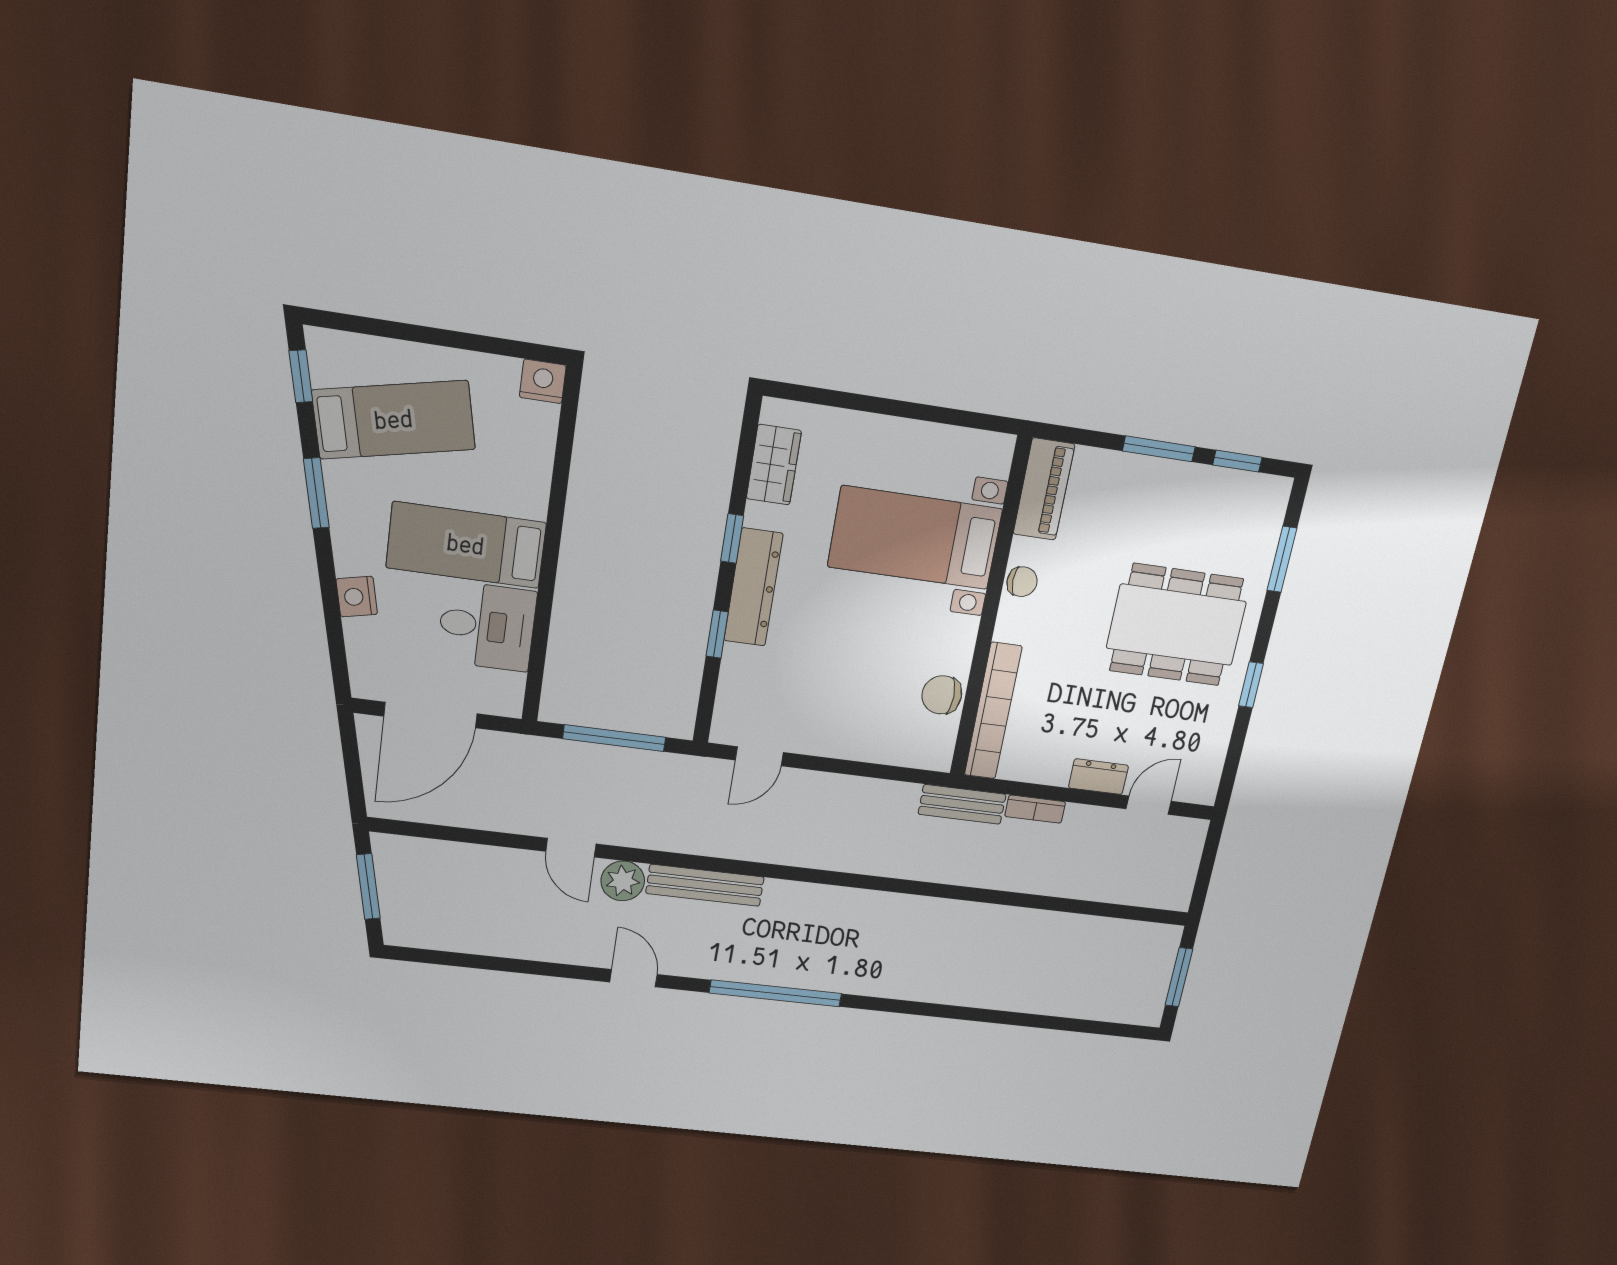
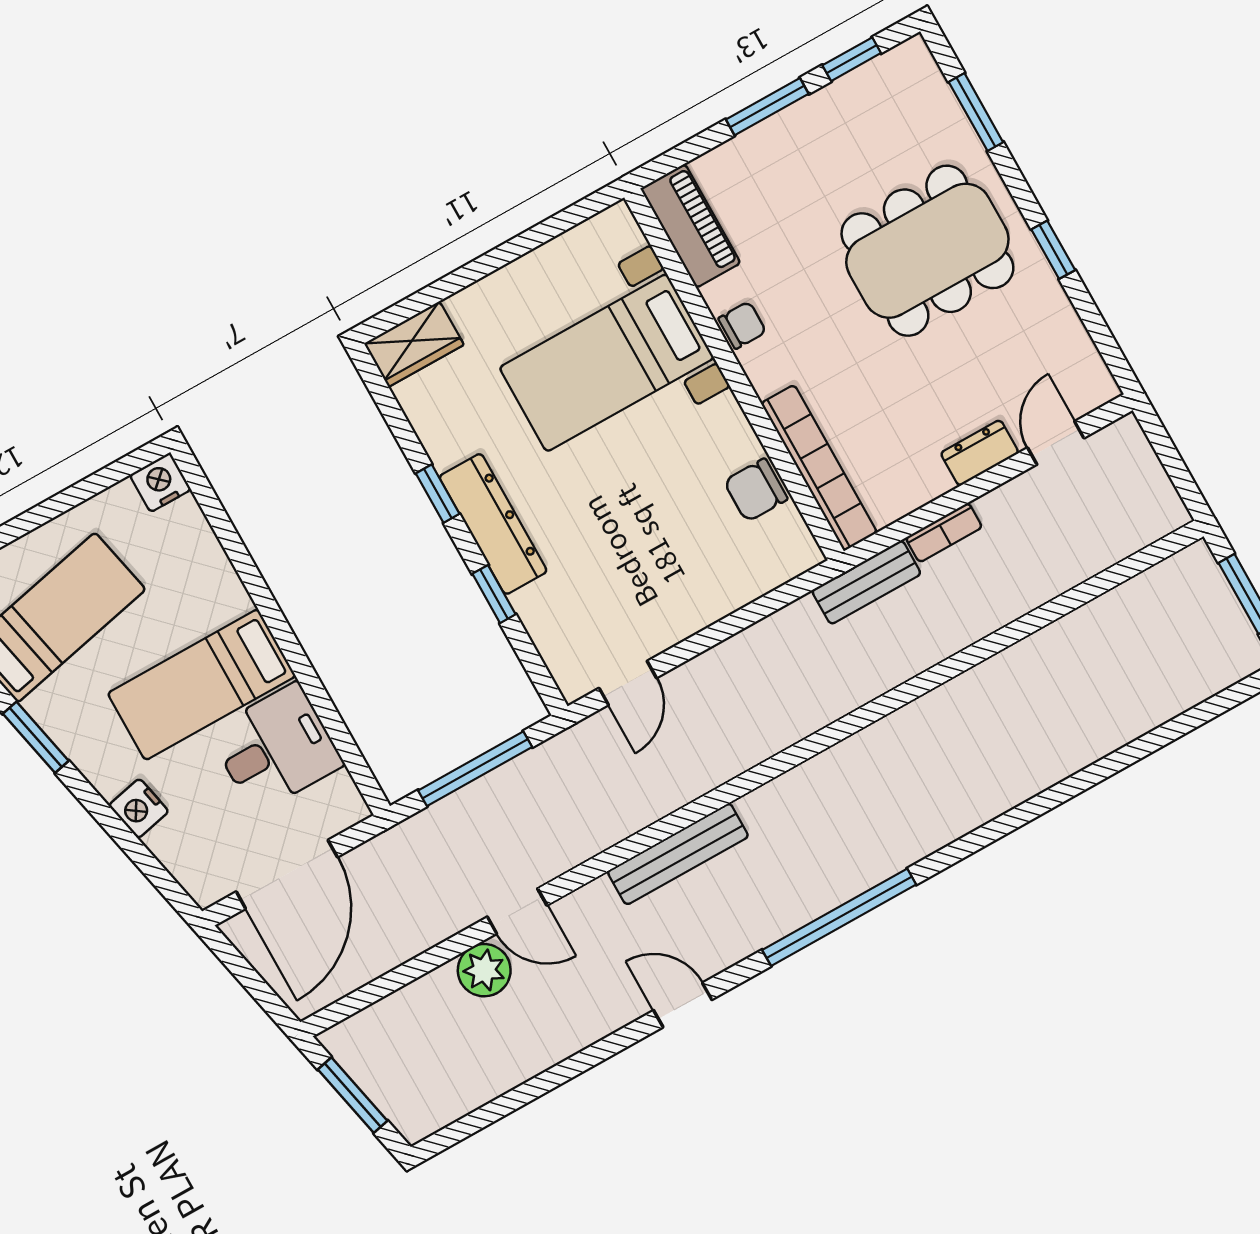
wardrobe: (774, 465) -> (414, 344), moved, turned 90
plant: (623, 881) -> (484, 970), moved

